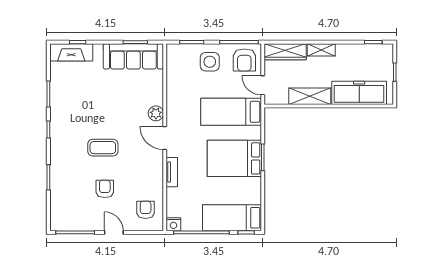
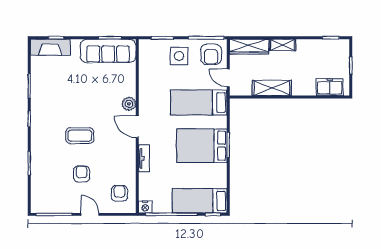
freezer: (359, 93) -> (330, 87), width x0.52, depth x0.79

